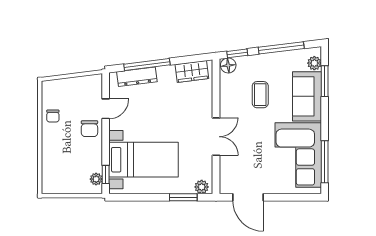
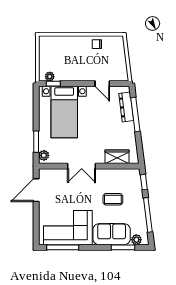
floor lamp: (228, 65) -> (135, 175), removed
wardrobe: (192, 72) -> (117, 157), moved, turned 97
chair: (89, 129) -> (87, 71), removed

